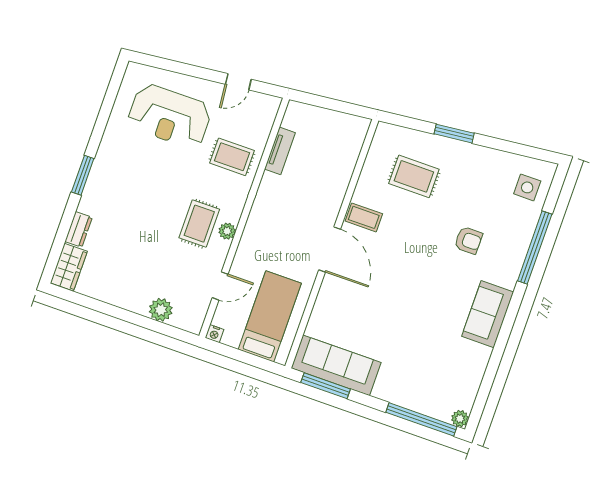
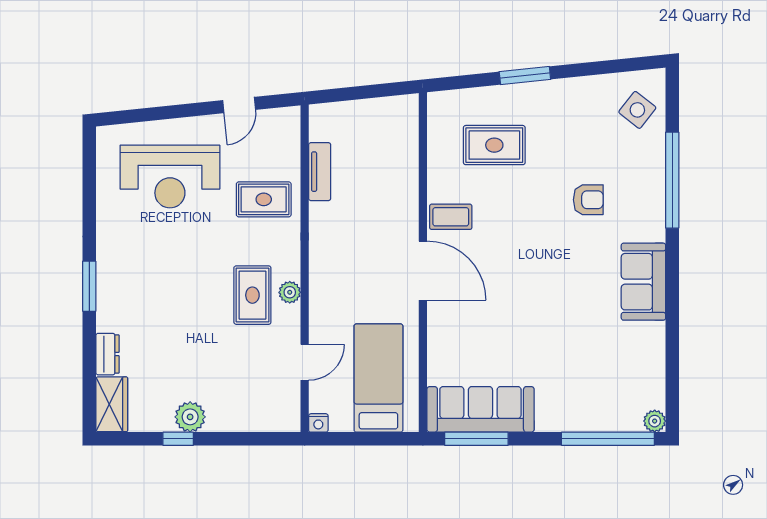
side table: (527, 187) -> (637, 110), turned 38
window: (108, 309) -> (178, 439), added
plant: (161, 310) -> (190, 417), moved

